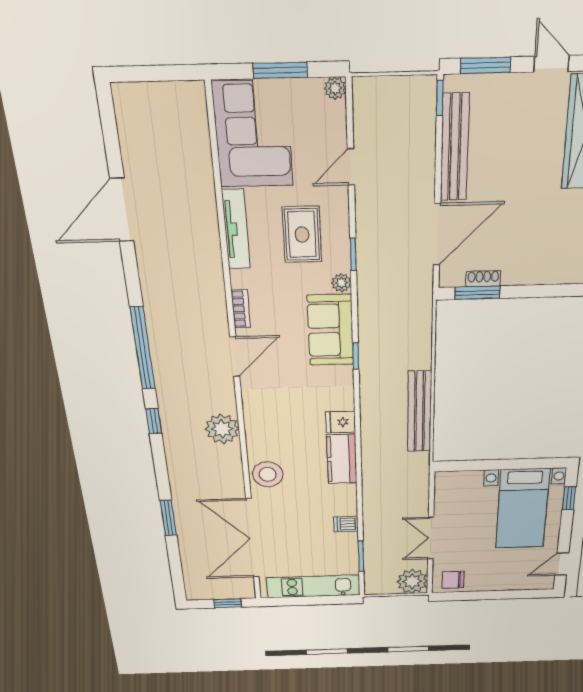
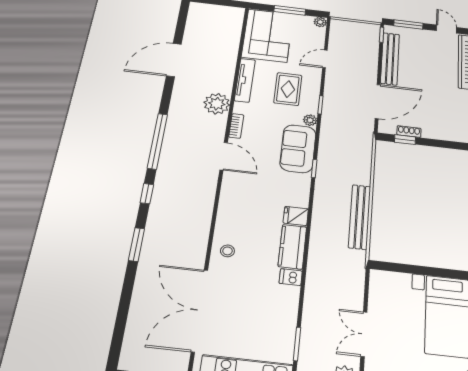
window: (477, 293) -> (405, 140), width x0.67
door: (235, 357) -> (224, 156), hinge flipped
plant: (222, 429) -> (217, 104), moved
stool: (268, 474) -> (227, 251), width x0.53, depth x0.53
window: (168, 518) -> (137, 245), moved
dishwasher: (346, 524) -> (291, 277), moved

